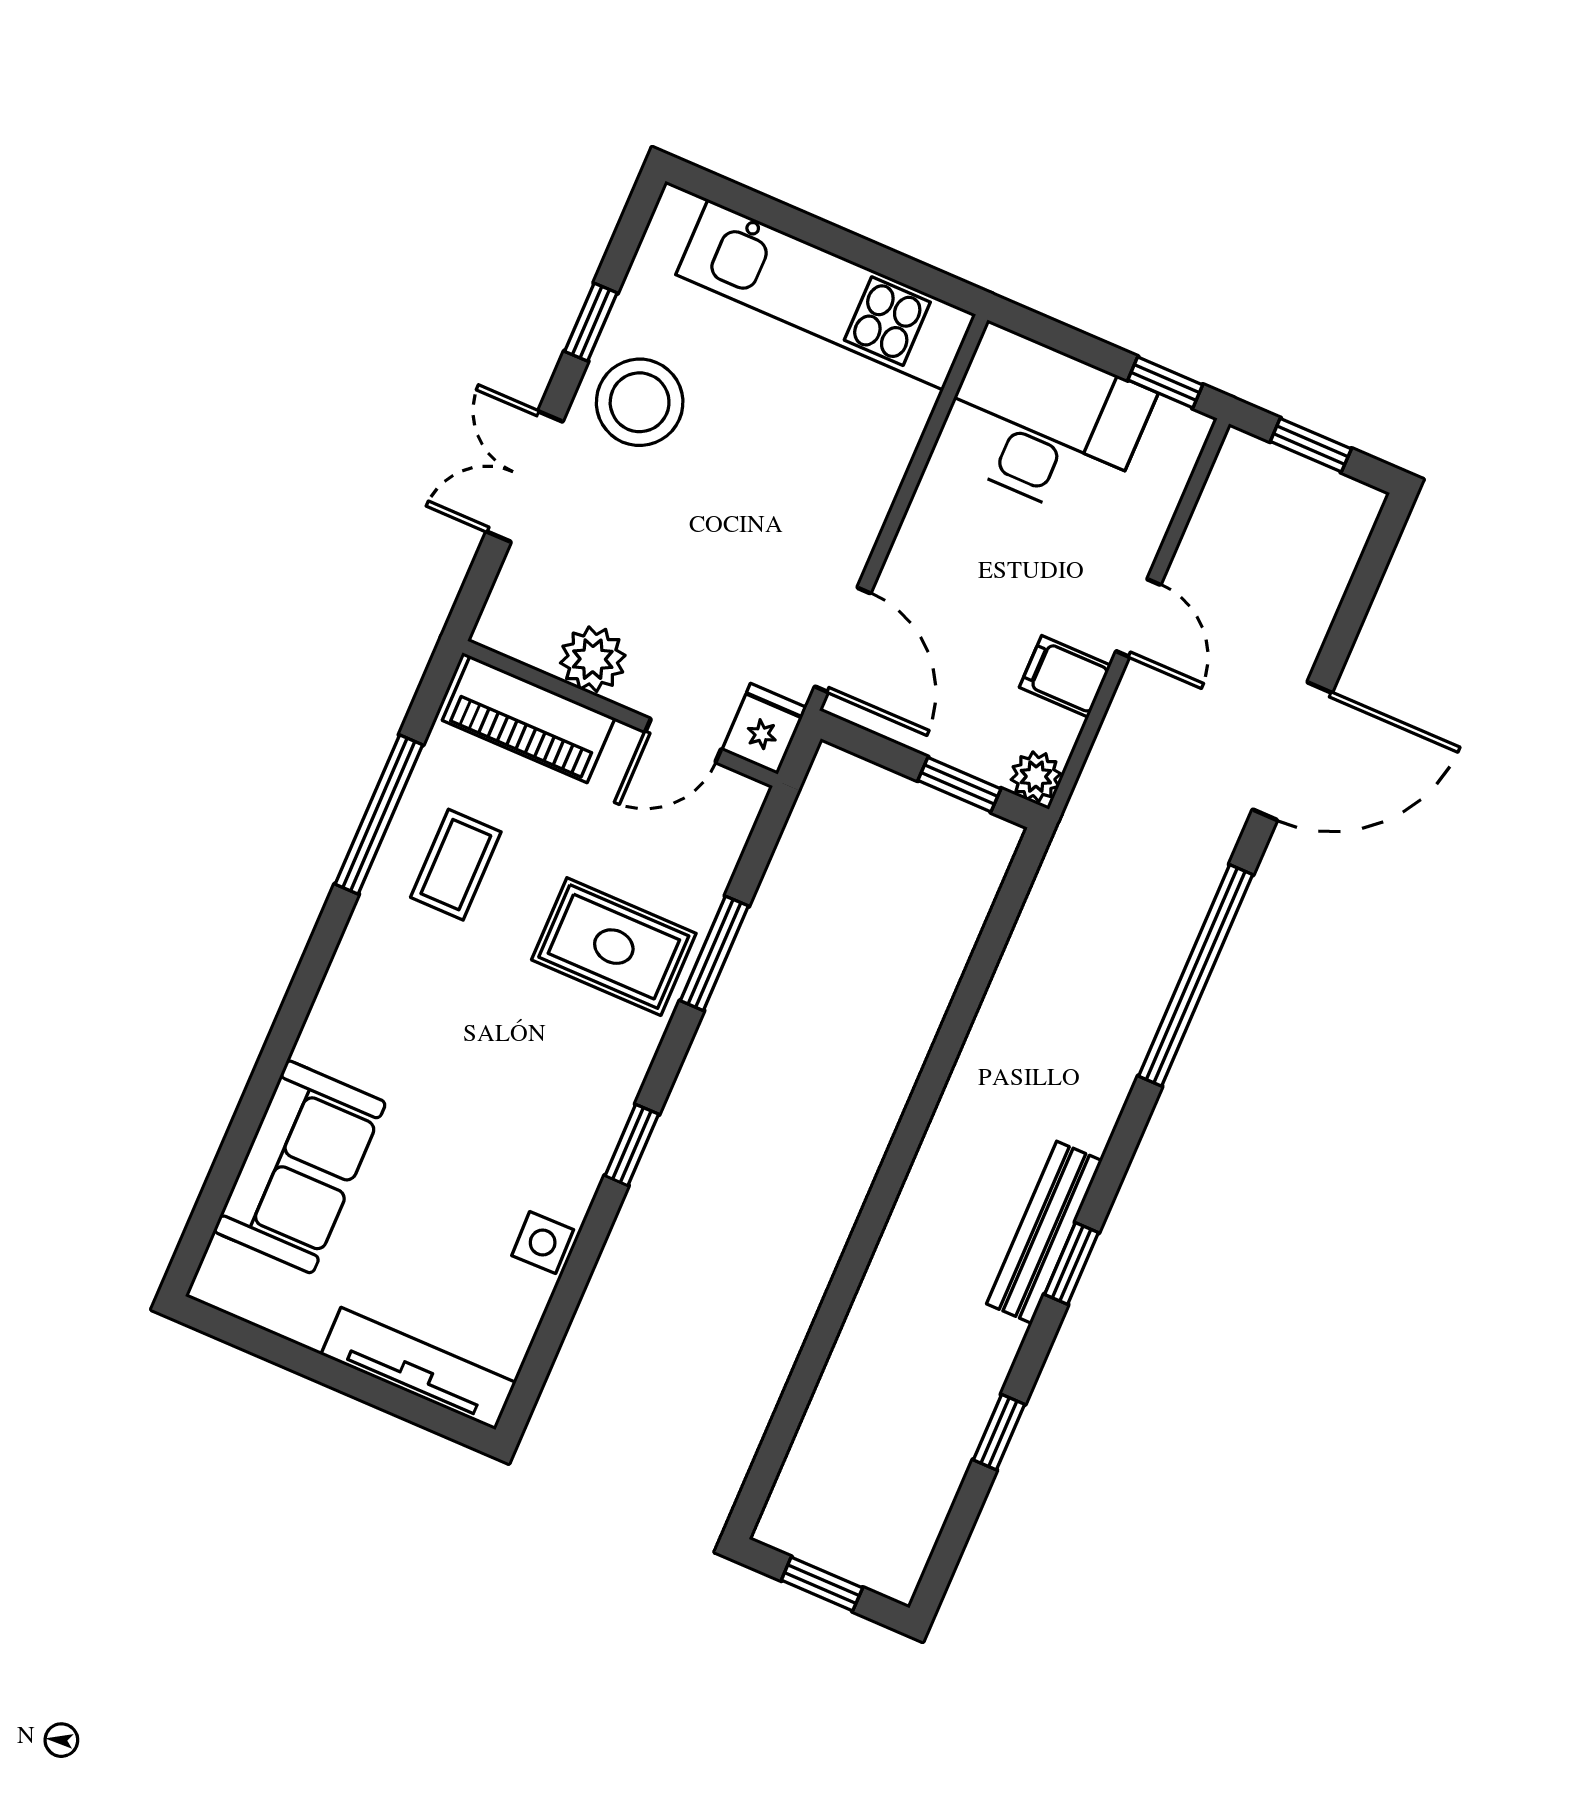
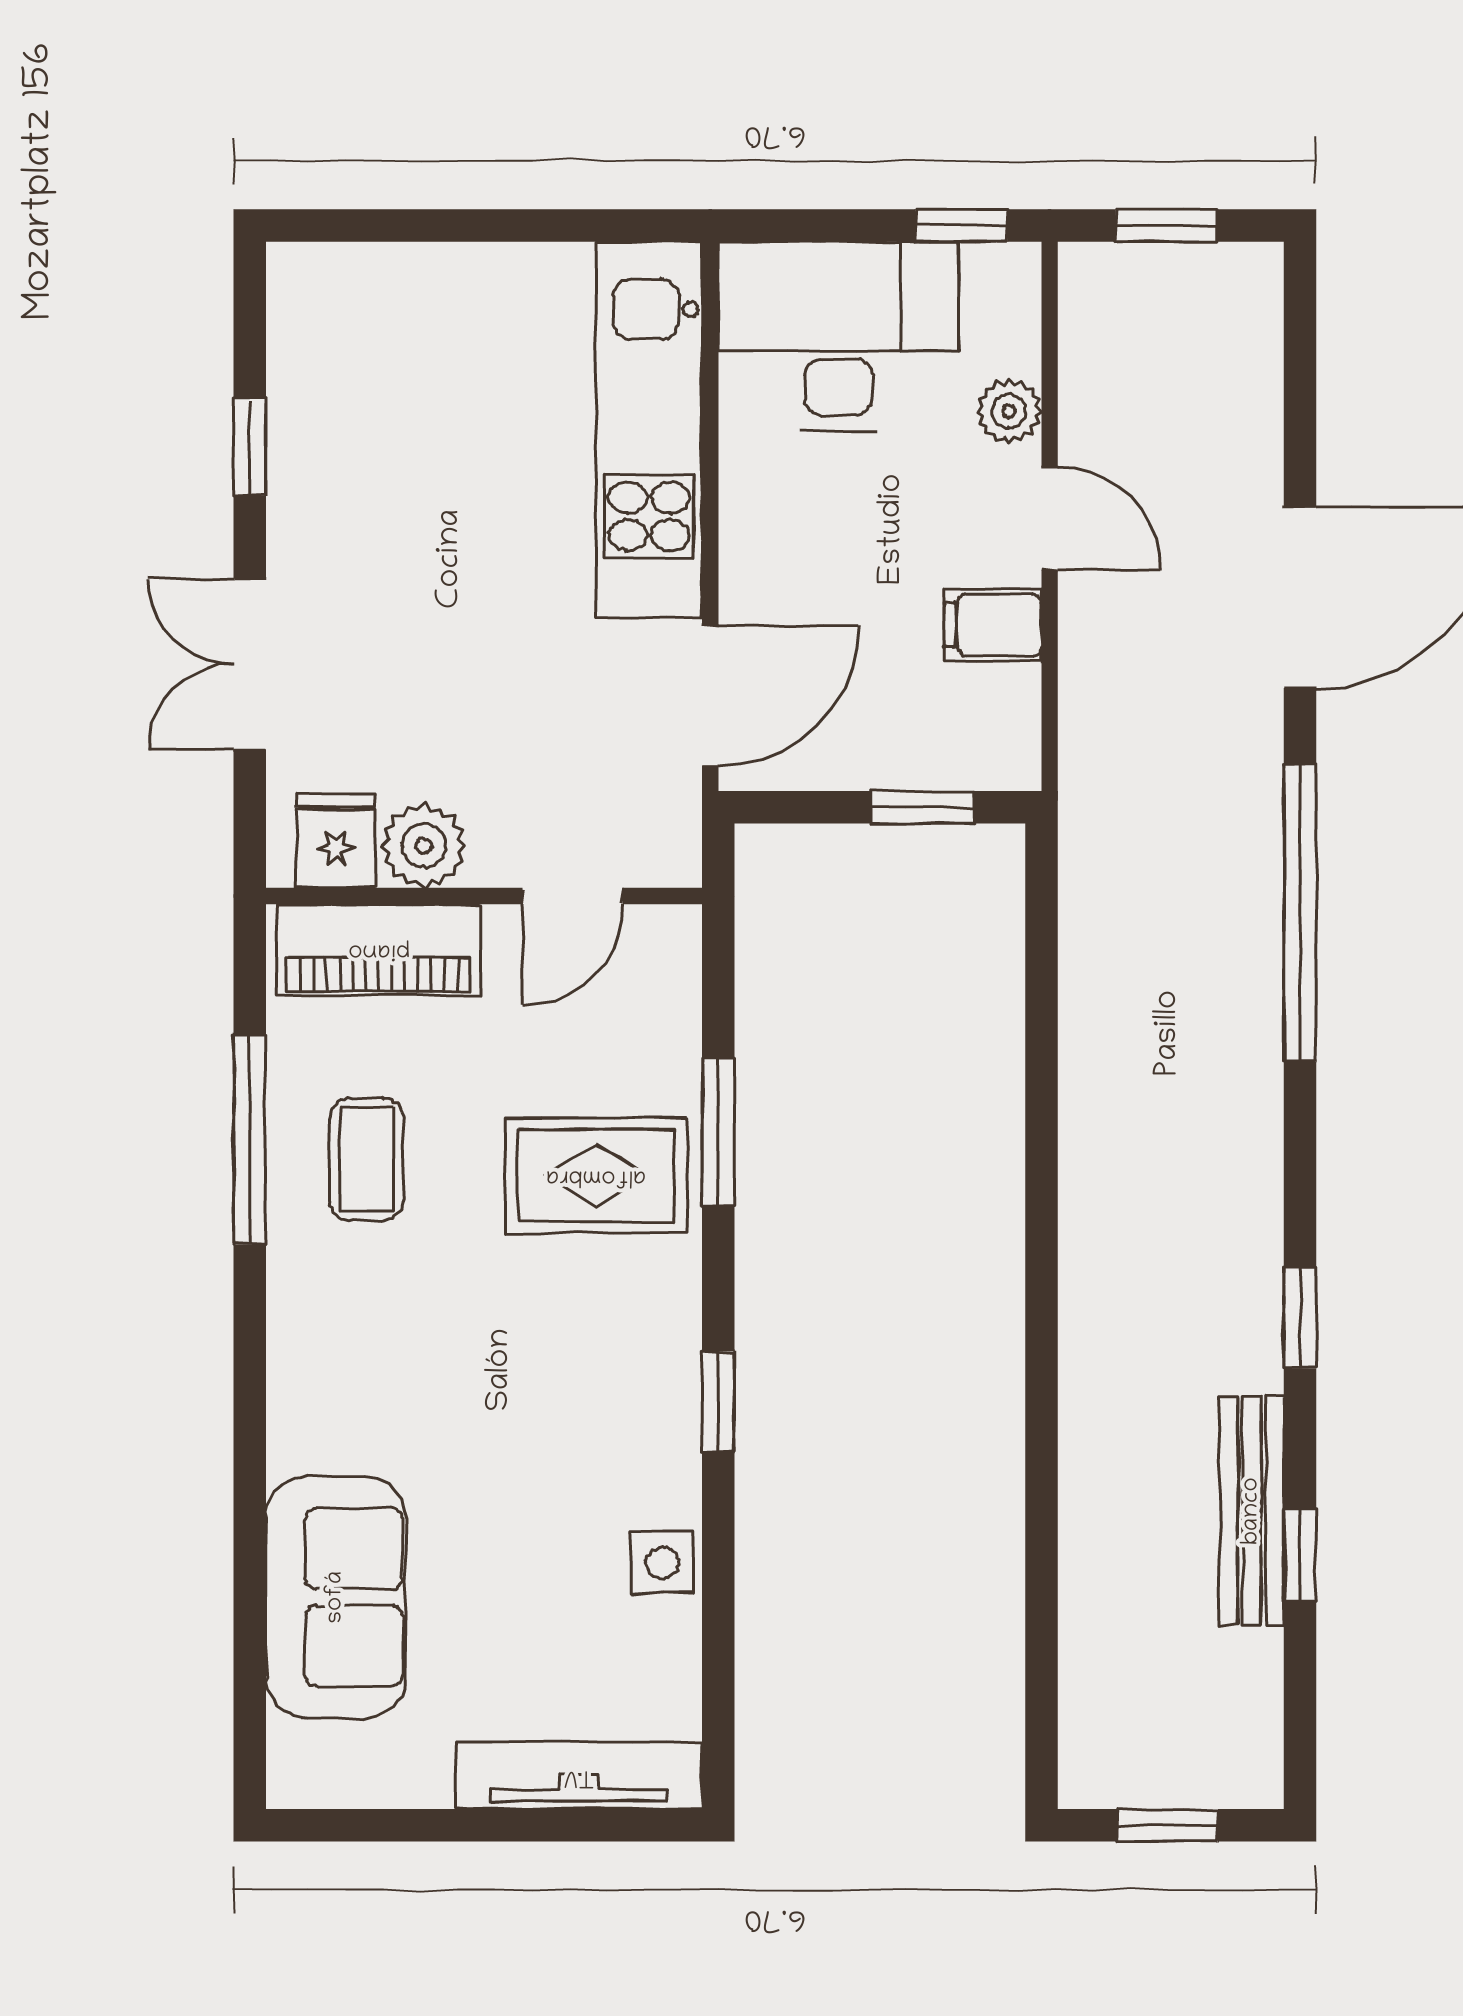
kitchen unit: (826, 295) -> (649, 430), moved, turned 90
stool: (640, 402) -> (348, 517), removed
door: (843, 640) -> (710, 695), hinge flipped
fridge: (764, 729) -> (336, 841), moved
plant: (1036, 777) -> (1009, 411), moved
bench: (1044, 1232) -> (1252, 1511), moved

